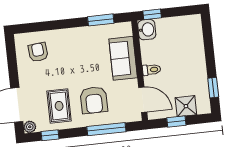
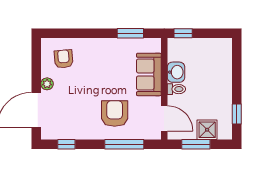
washbasin: (147, 30) -> (176, 72), moved
armchair: (94, 100) -> (115, 114), turned 180
rug: (59, 106) -> (79, 116), removed
window: (176, 122) -> (196, 144), width x1.50
plant: (30, 127) -> (47, 84), moved

